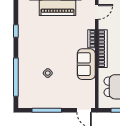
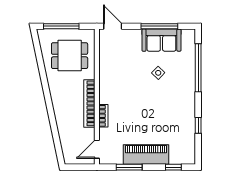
sofa: (86, 64) -> (161, 40), moved, turned 90

